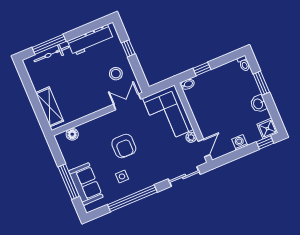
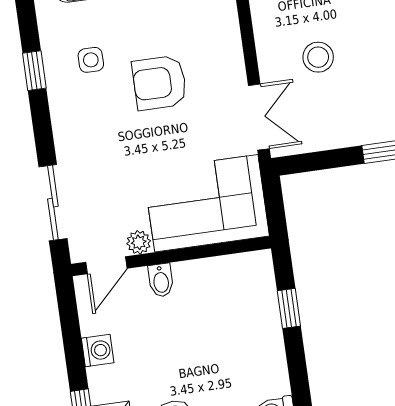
stool: (116, 74) -> (318, 57), moved
bidet: (187, 84) -> (161, 280), moved
door: (204, 148) -> (106, 265), hinge flipped
window: (132, 198) -> (34, 71), width x0.32

